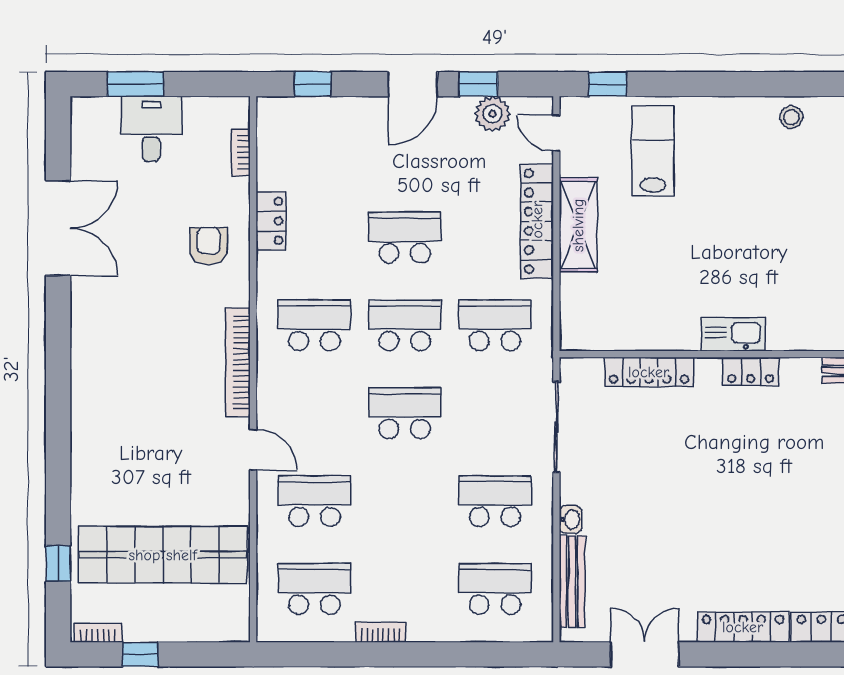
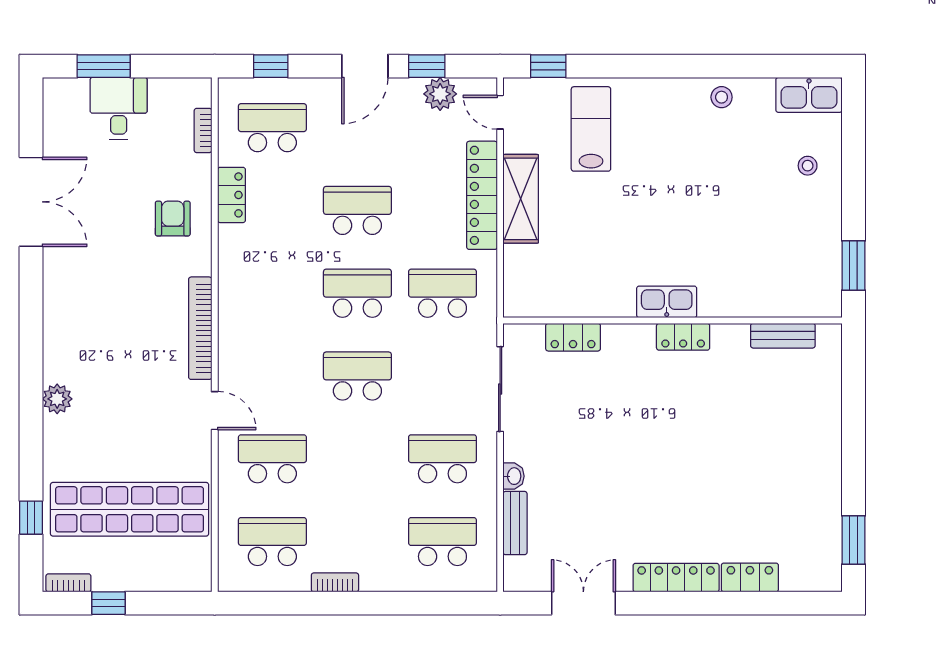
school desk: (314, 325) -> (272, 128), moved
locker: (649, 372) -> (573, 337), width x0.66
plant: (86, 437) -> (57, 399), added
bench: (572, 581) -> (515, 523), width x0.73

